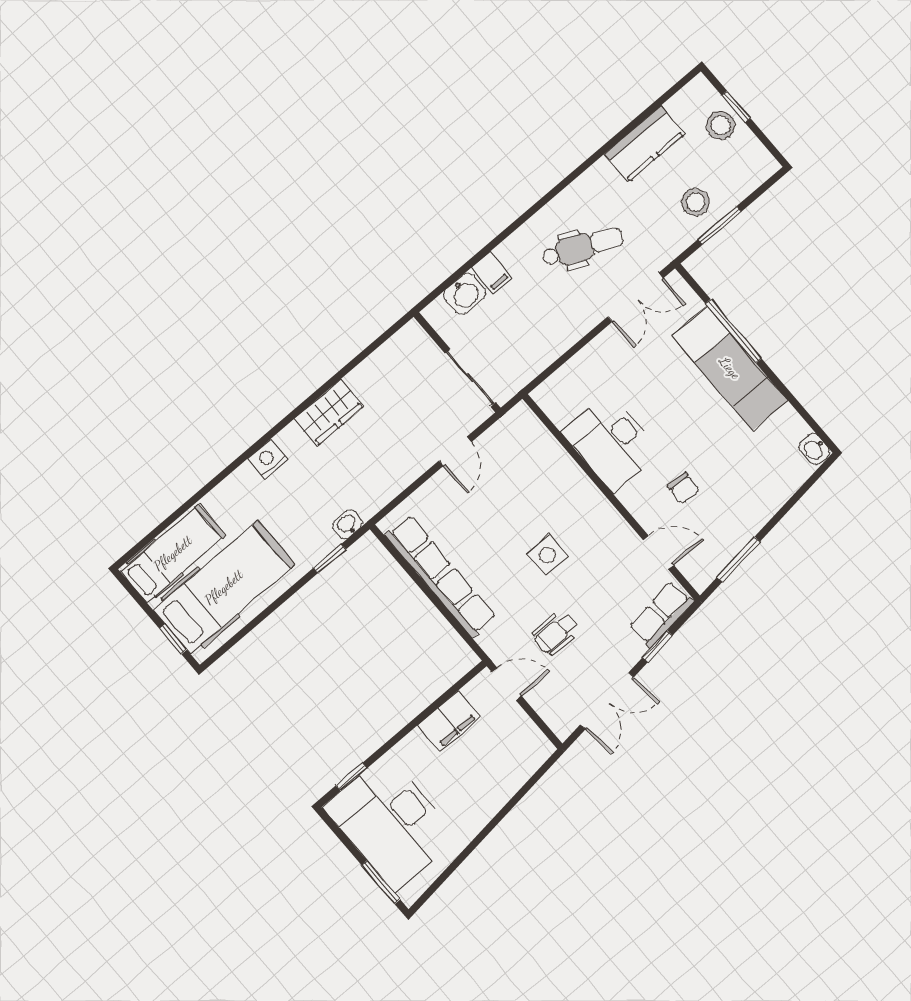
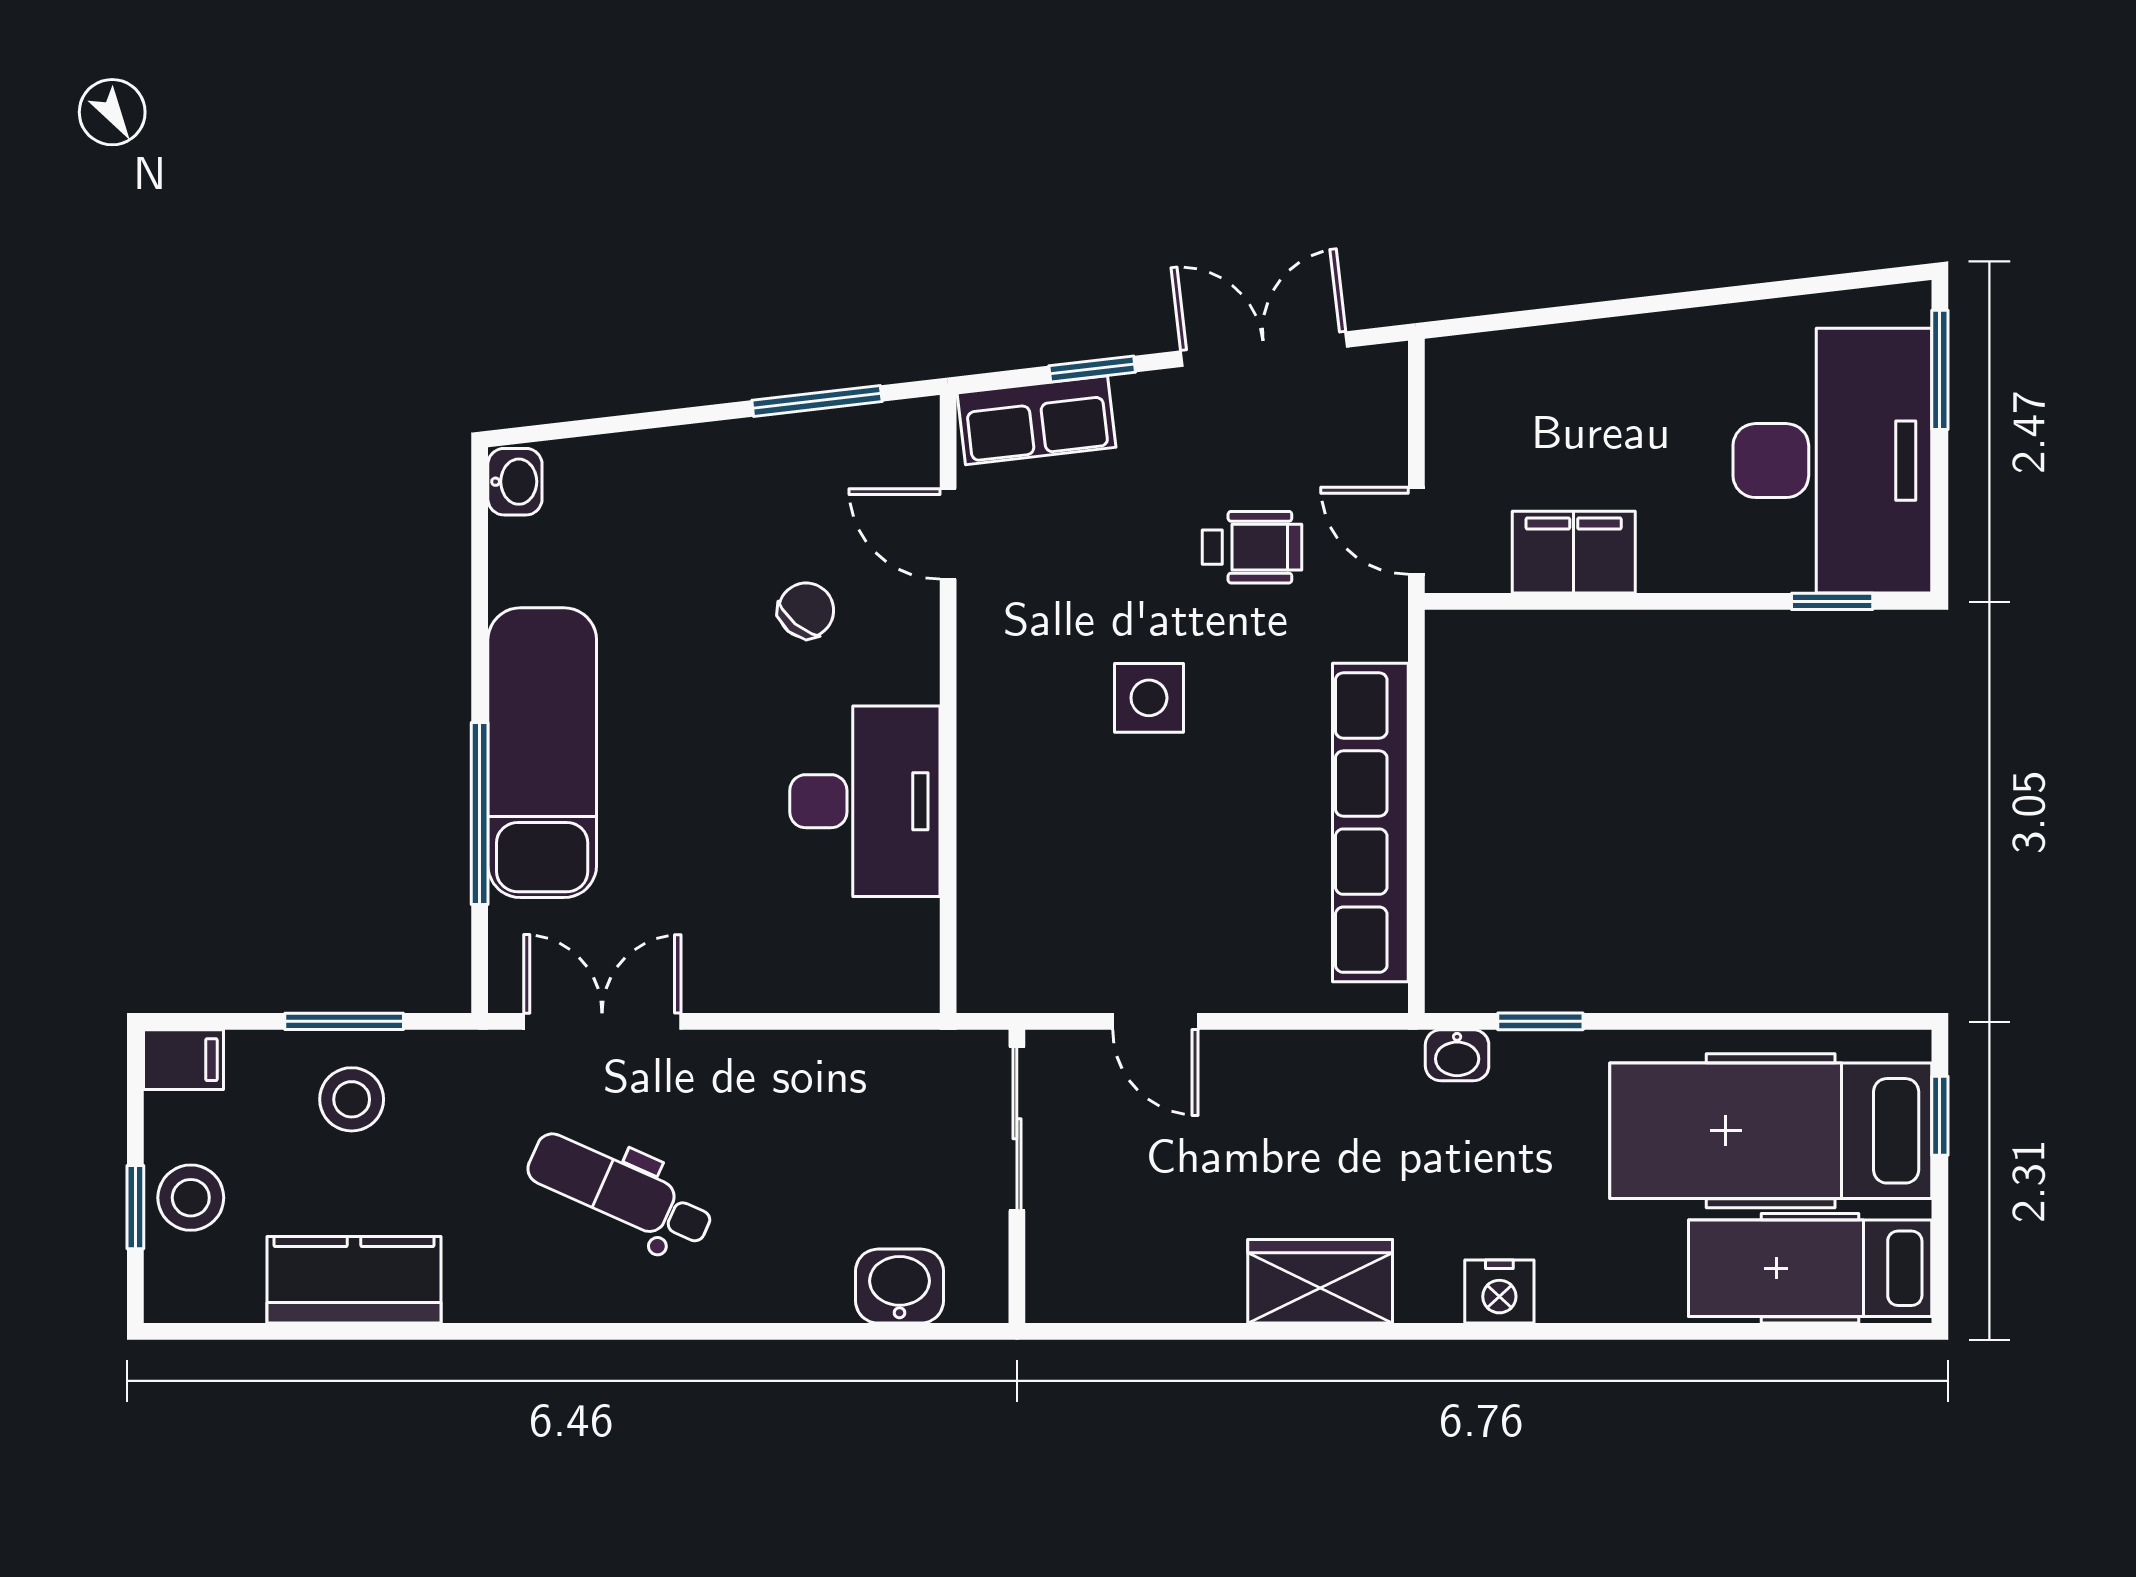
filing cabinet: (491, 273) -> (184, 1060), moved, turned 90
door: (455, 451) -> (1155, 1021), swing flipped
chair: (684, 488) -> (806, 610), turned 38

